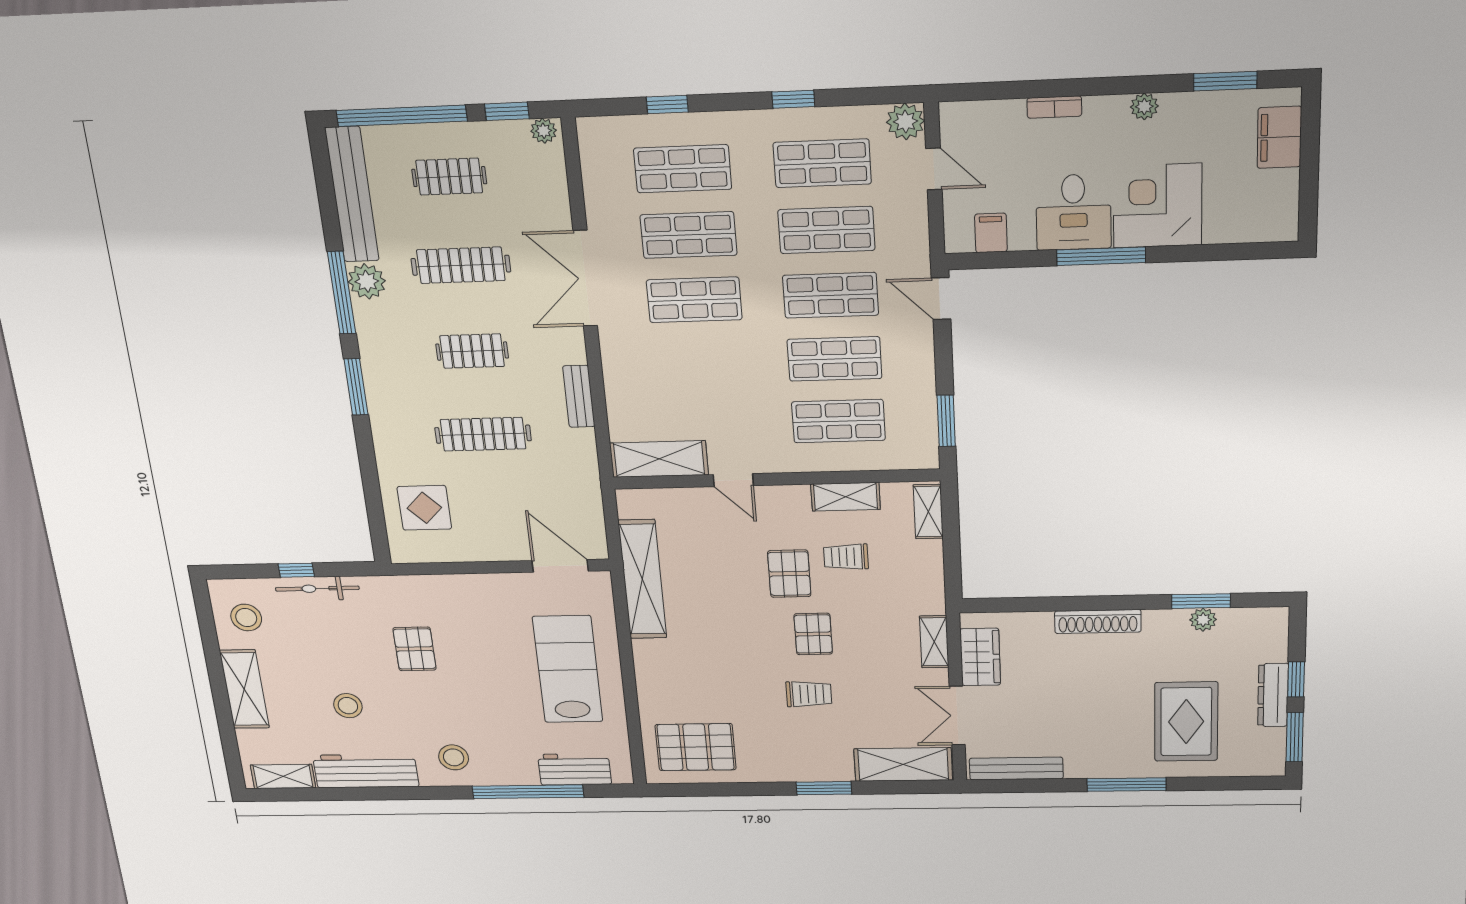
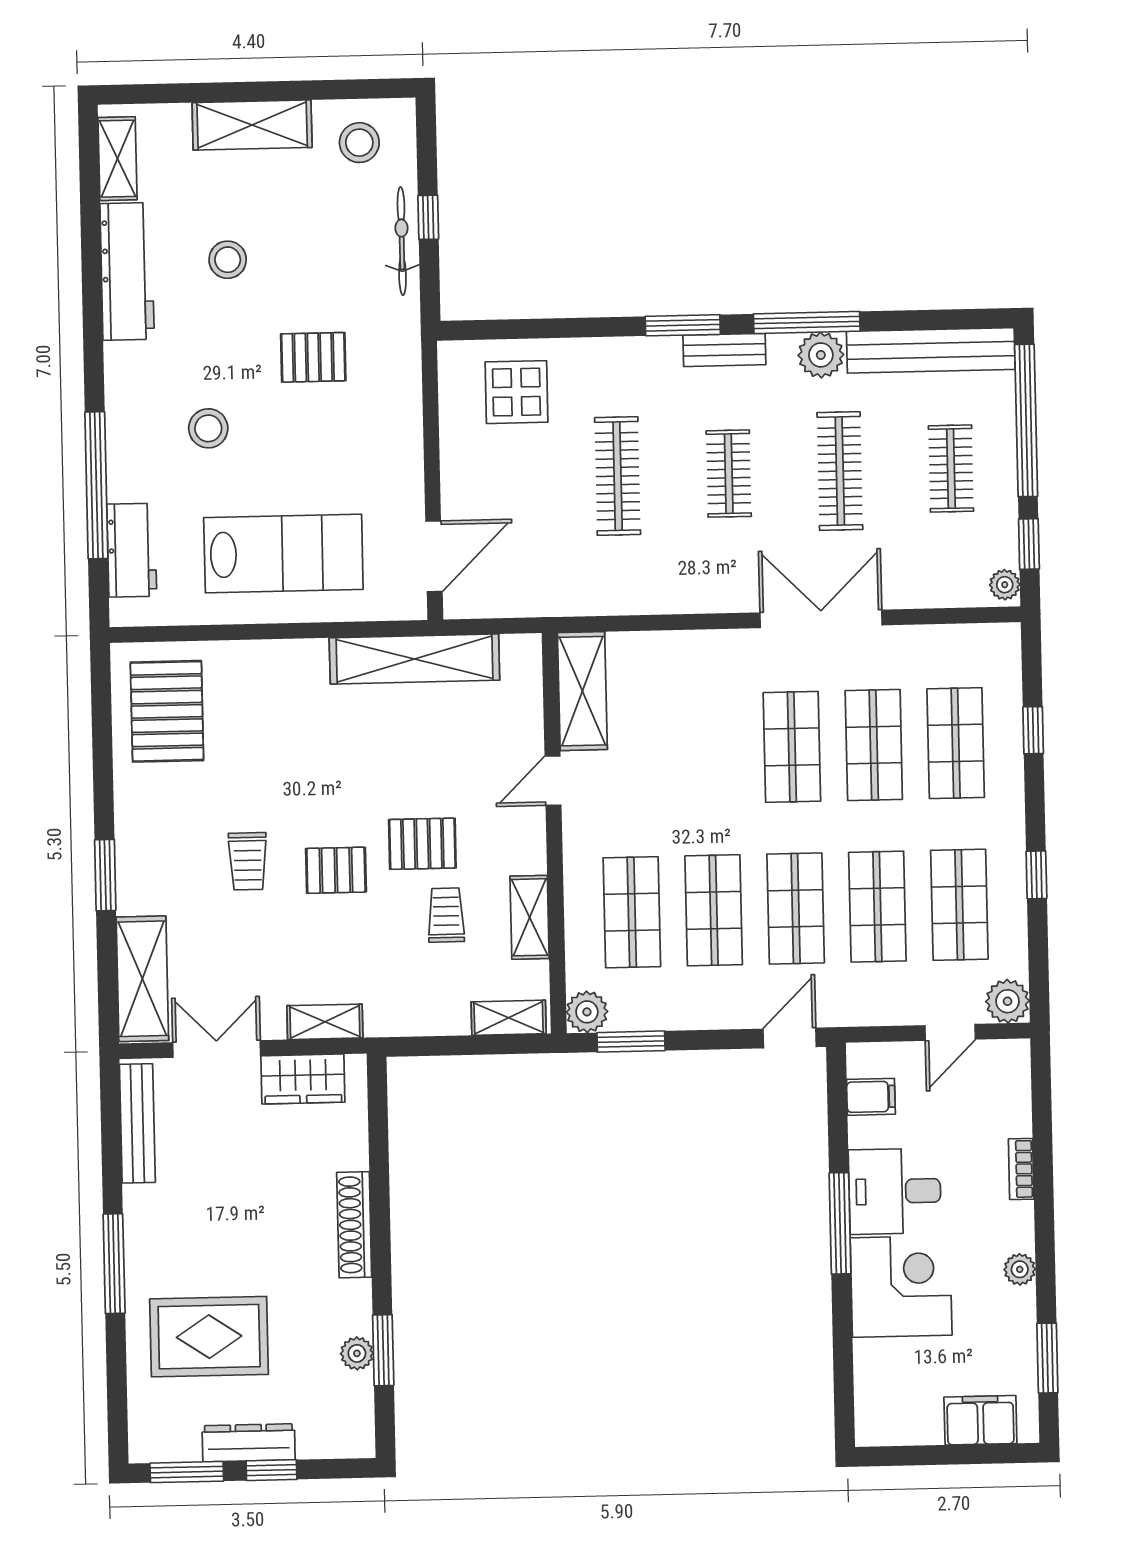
bench: (579, 396) -> (724, 350), moved
plant: (922, 454) -> (587, 1012), added
stool: (454, 757) -> (208, 428), moved

